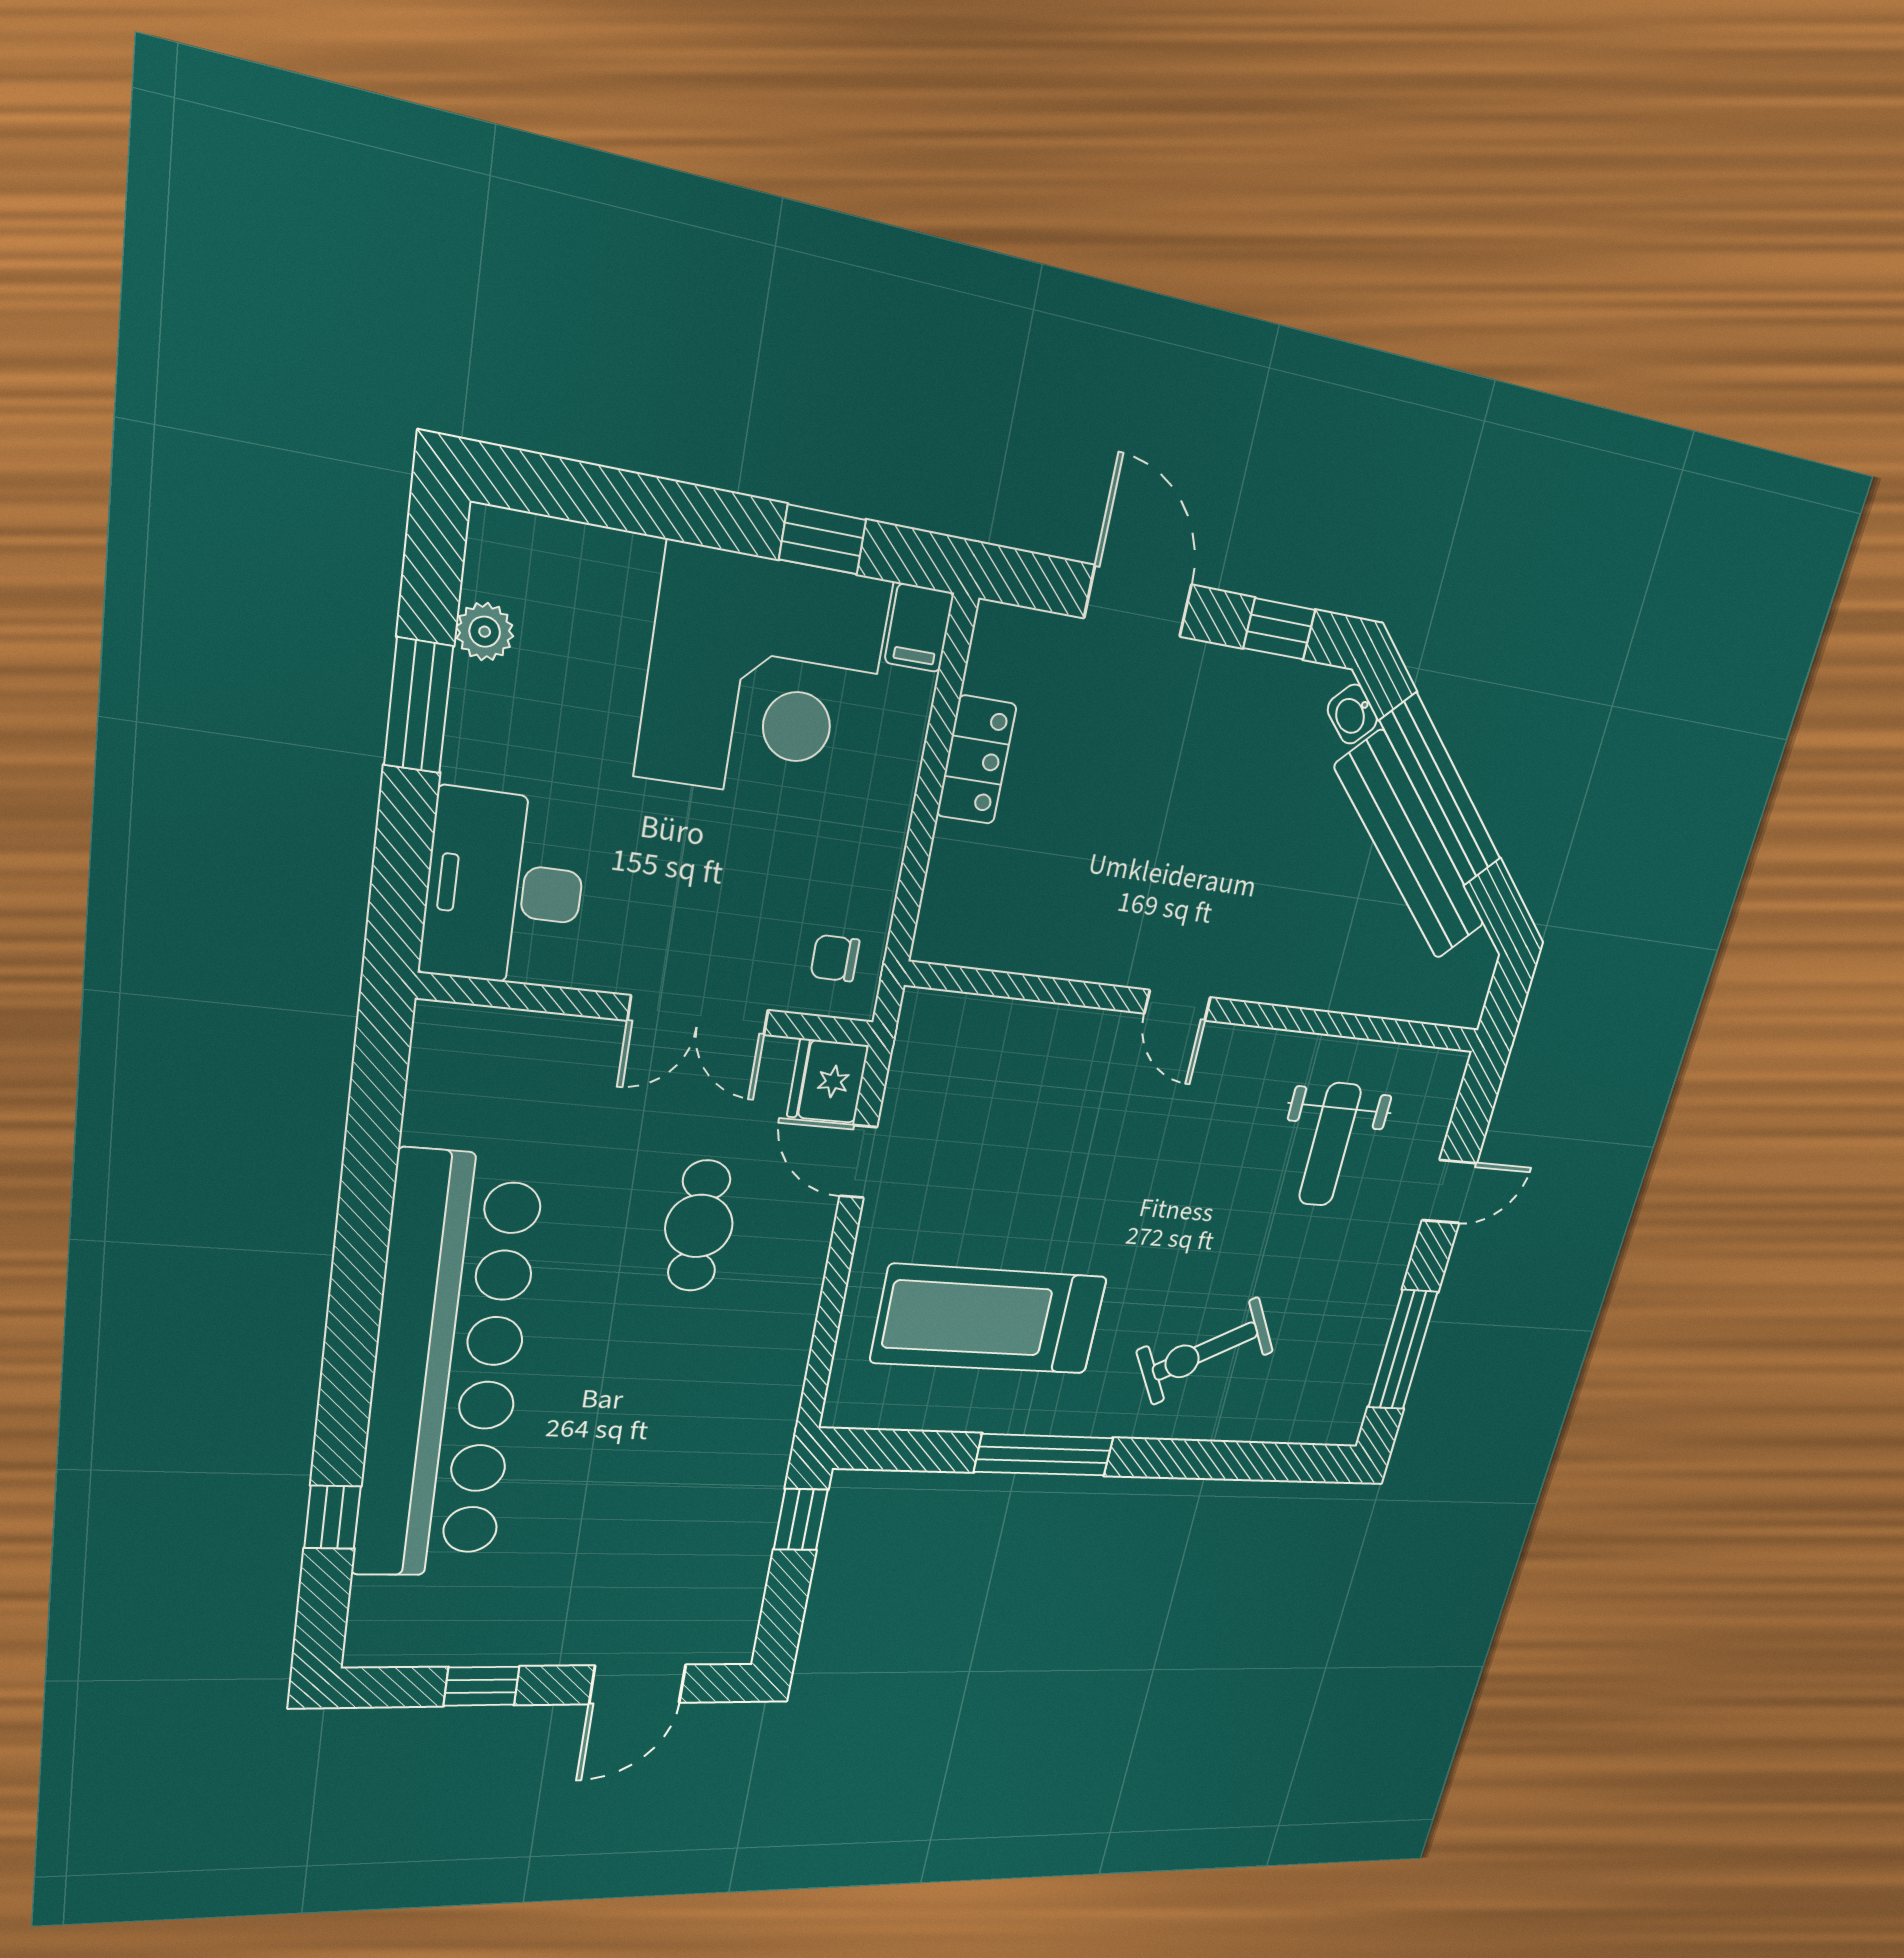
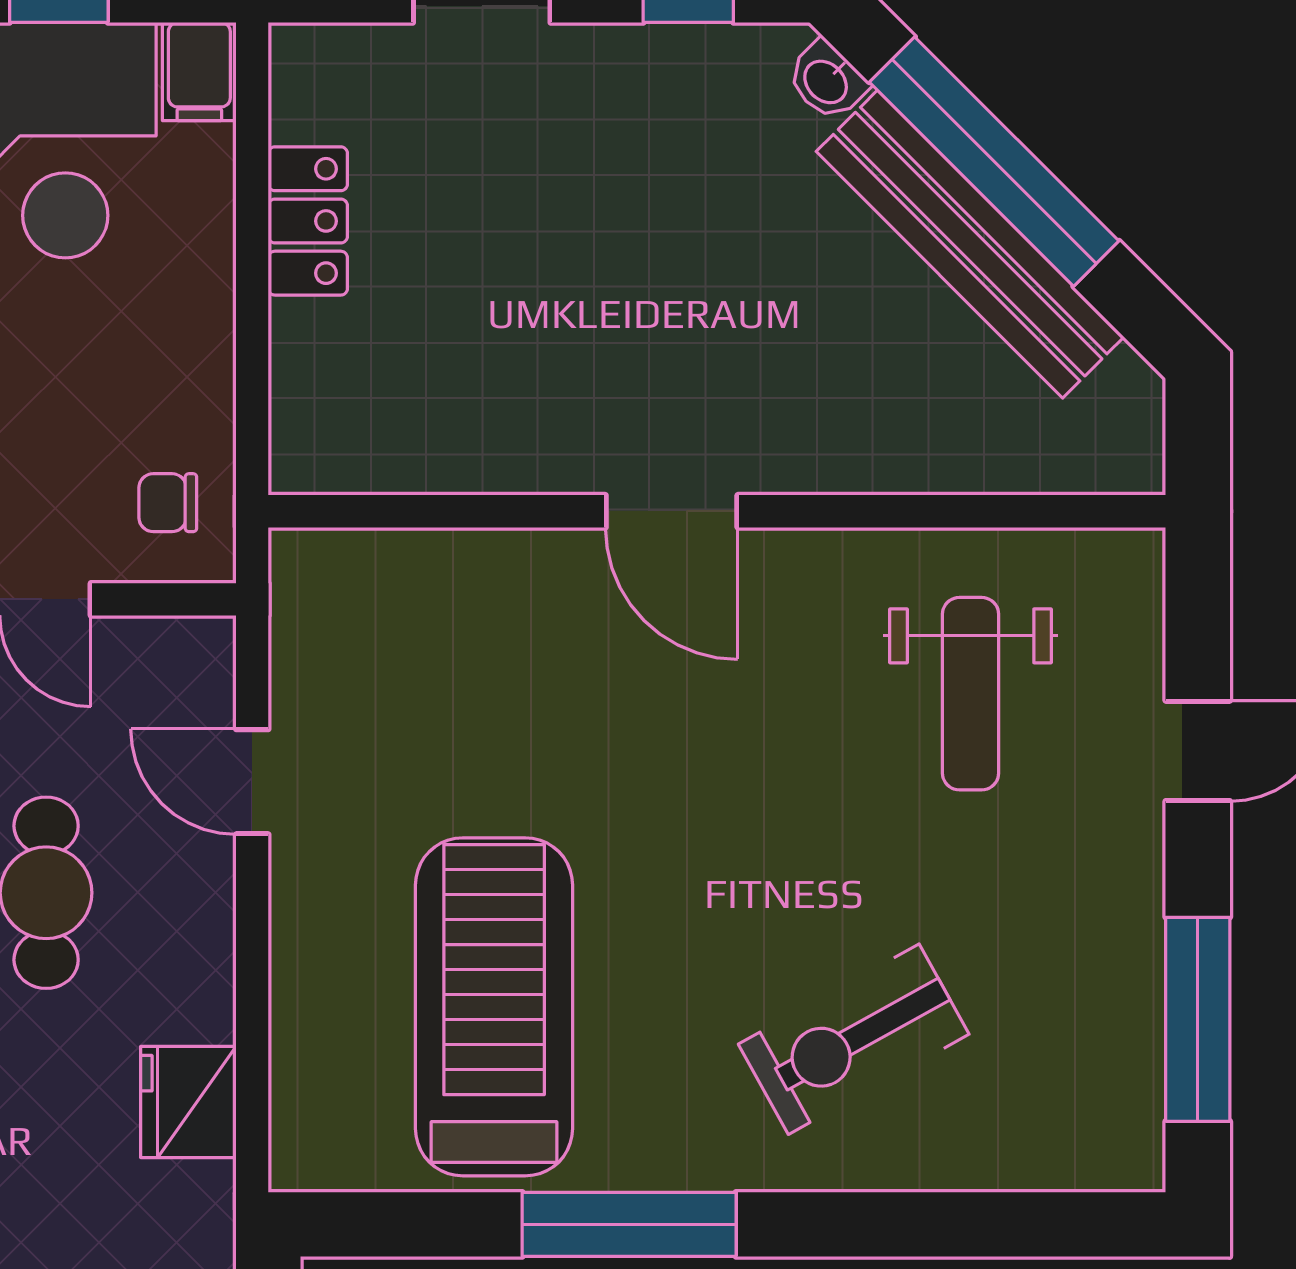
door: (1177, 1005) -> (672, 511), width x1.38
fridge: (828, 1081) -> (188, 1102), moved
treadmill: (989, 1319) -> (494, 1007), turned 90

